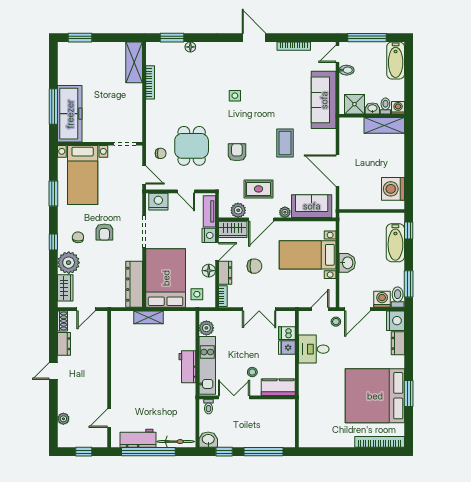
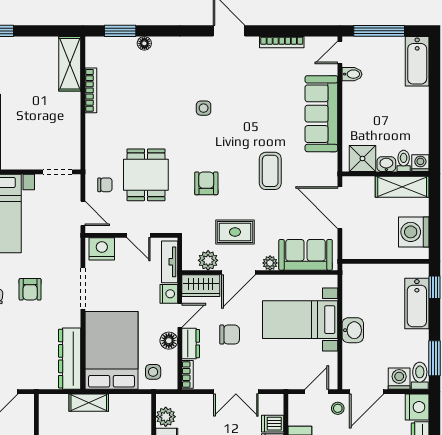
shower: (354, 104) -> (363, 158), moved
toilet: (385, 106) -> (404, 161), moved
washbasin: (372, 108) -> (386, 164), moved
washing machine: (398, 108) -> (420, 163), moved
wall: (372, 116) -> (385, 174), moved
shelving: (384, 125) -> (402, 187), moved

